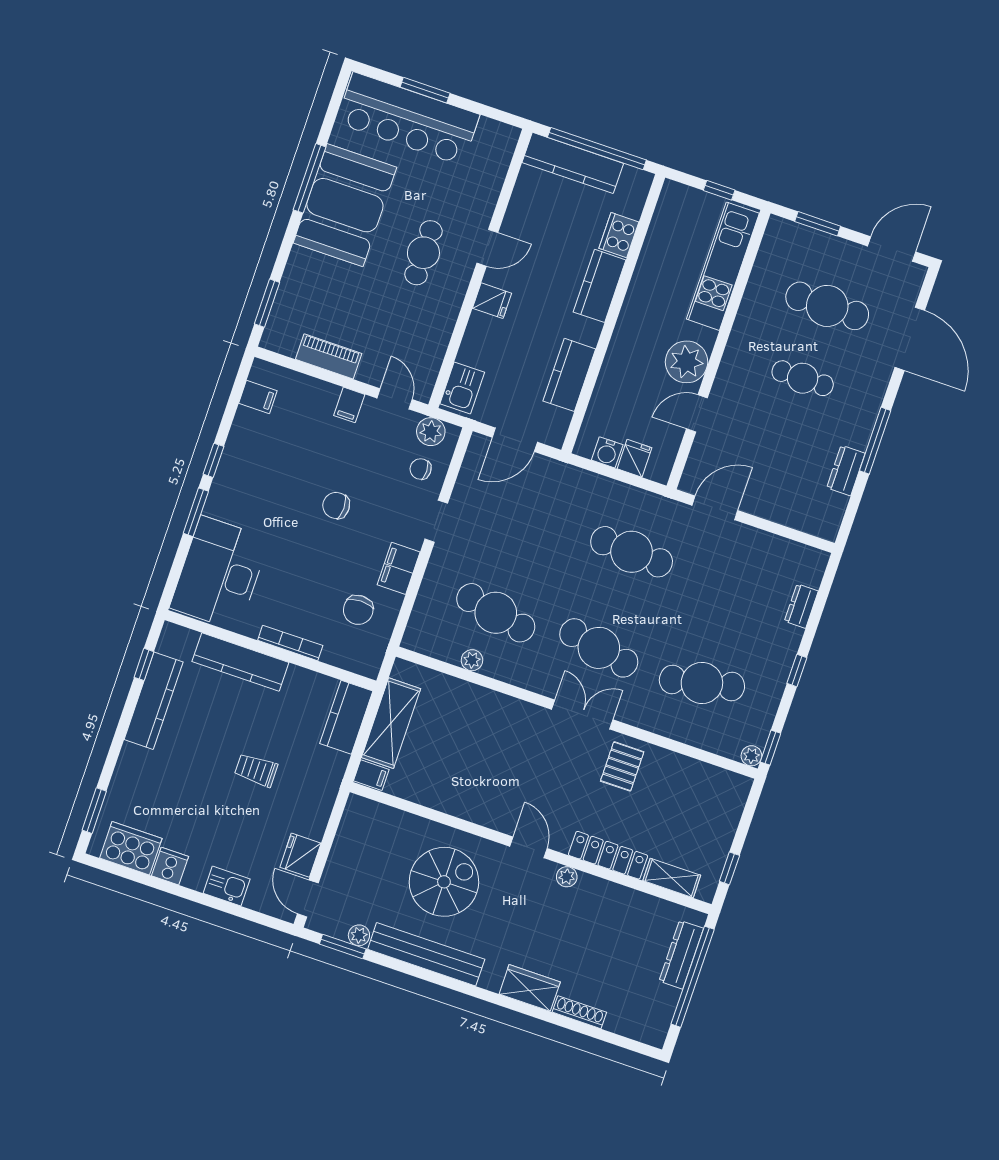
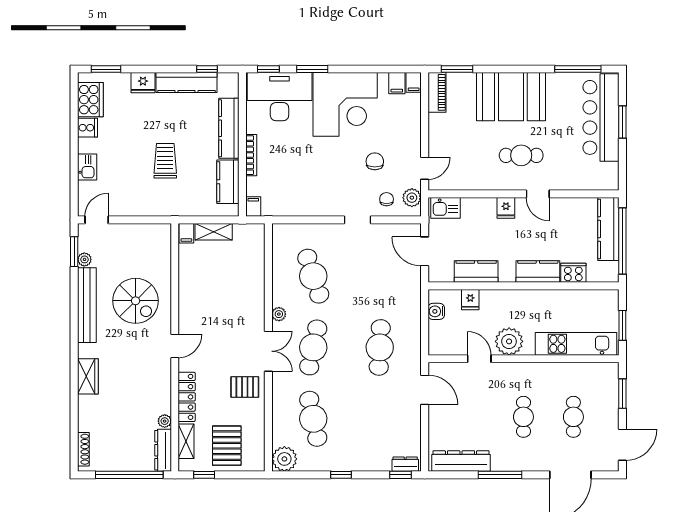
window: (310, 178) -> (578, 69), moved
window: (719, 190) -> (622, 325), width x1.50
booth: (345, 205) -> (511, 97), moved
door: (892, 249) -> (622, 445), hinge flipped
cafe table: (827, 306) -> (573, 417), width x0.73, depth x0.74
piano: (329, 356) -> (437, 92), moved
filing cabinet: (349, 405) -> (414, 82), moved, turned -90
fridge: (635, 458) -> (470, 300), moved, turned 90
window: (214, 460) -> (268, 69), moved
dresser: (846, 471) -> (461, 461), width x1.96, depth x1.24
corner desk: (263, 482) -> (345, 104), added
chair: (336, 505) -> (375, 161), moved
filing cabinet: (399, 568) -> (253, 207), moved, width x0.50
dresser: (801, 606) -> (405, 464), moved
chair: (358, 610) -> (286, 190), removed
cafe table: (496, 613) -> (313, 276), turned -30
plant: (472, 660) -> (279, 314), moved
kitchen counter: (346, 717) -> (228, 182), moved, turned -90
shelving: (391, 723) -> (214, 232), width x0.67, depth x0.75
window: (771, 748) -> (401, 475), moved
plant: (751, 756) -> (284, 459), width x1.87, depth x1.87
trolley: (256, 770) -> (165, 161), width x1.36, depth x1.39
pallet: (698, 821) -> (227, 446), added
fridge: (300, 855) -> (143, 83), moved, turned 180
plant: (567, 877) -> (165, 421), moved
dresser: (681, 955) -> (163, 450), moved, turned -90
shoe rack: (579, 1012) -> (83, 449), moved

